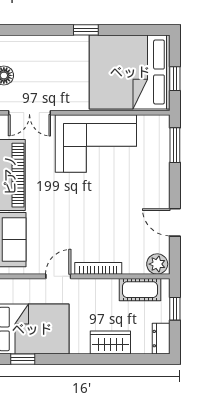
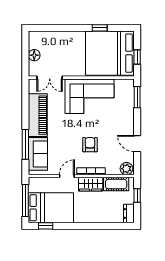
window: (86, 30) -> (100, 28), moved
armchair: (97, 224) -> (90, 145), added
wardrobe: (110, 343) -> (91, 184), moved, turned 180

